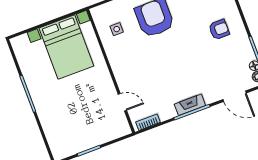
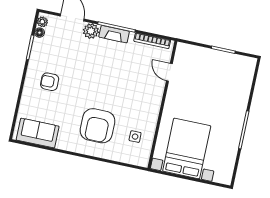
plant: (211, 95) -> (91, 31), added
bookcase: (148, 122) -> (152, 41), width x1.56

